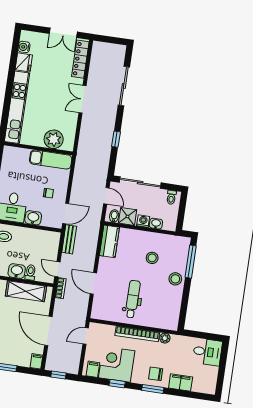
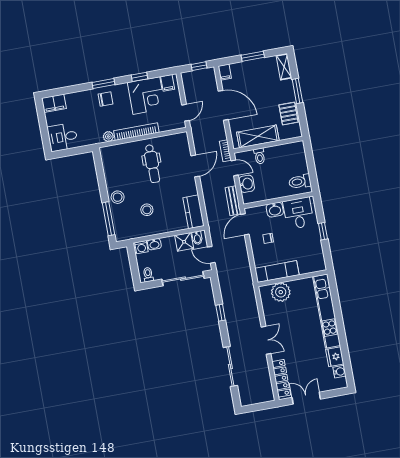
washing machine: (143, 221) -> (141, 247), moved
washbasin: (17, 271) -> (247, 184), moved, turned -90
door: (93, 283) -> (195, 166), hinge flipped
filing cabinet: (181, 382) -> (54, 103), moved

